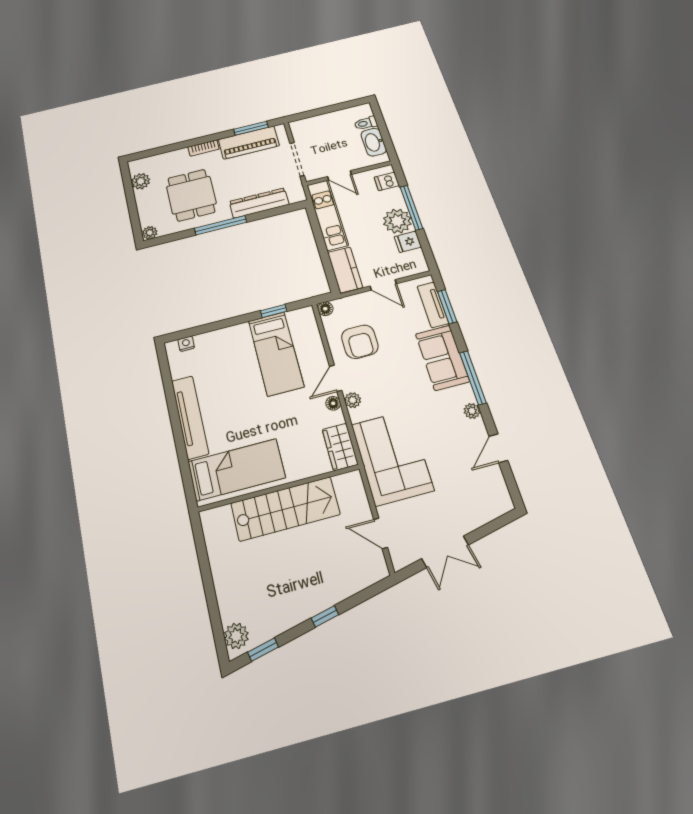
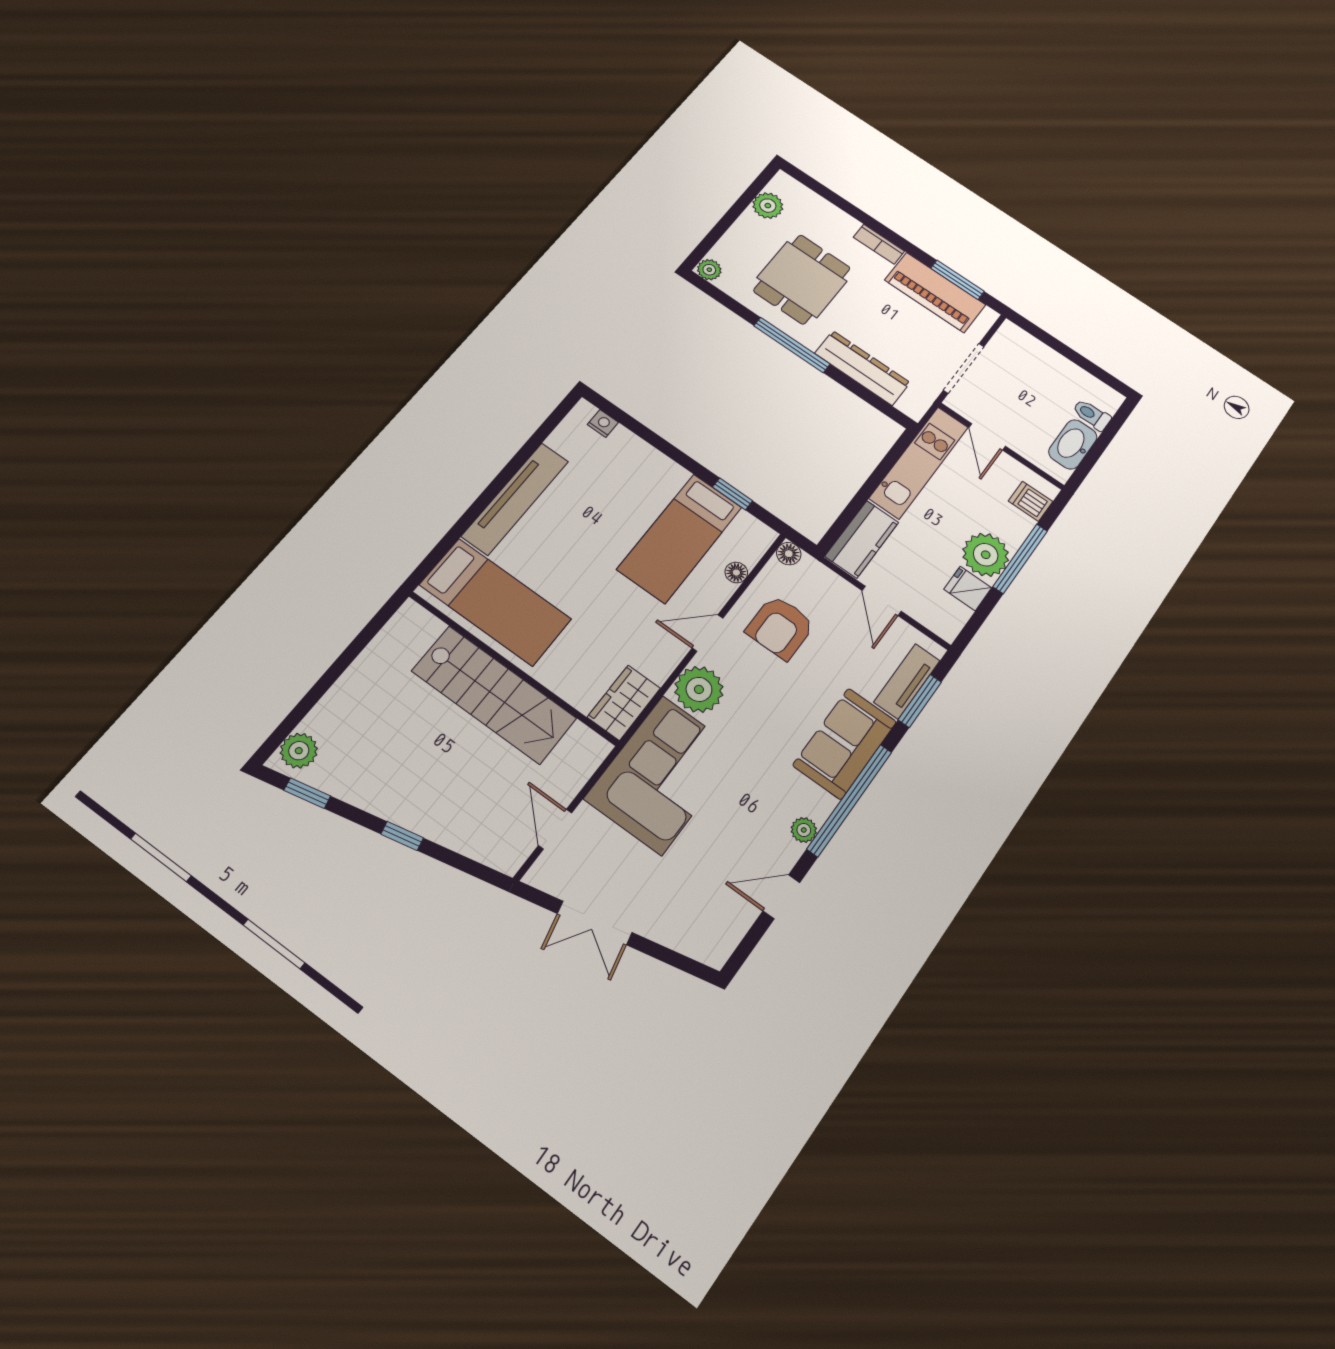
window: (473, 378) -> (850, 800), width x1.46
plant: (353, 400) -> (699, 689), width x1.87, depth x1.87
floor lamp: (333, 403) -> (736, 573), moved

